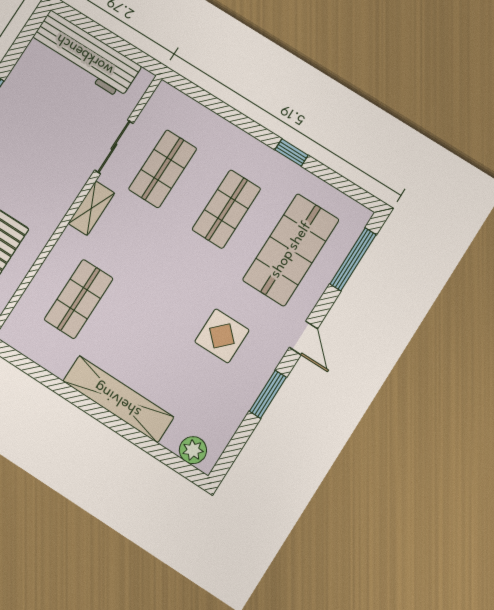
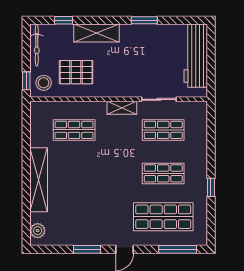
display table: (222, 336) -> (101, 210), removed

